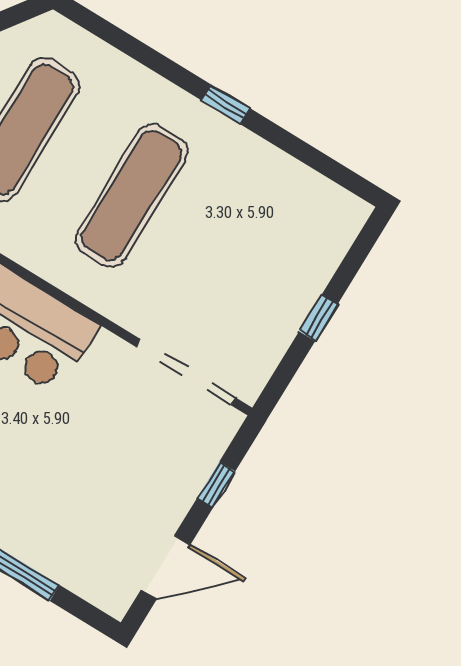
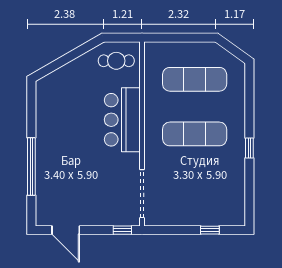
window: (318, 318) -> (210, 230), moved
window: (216, 485) -> (122, 230), moved

